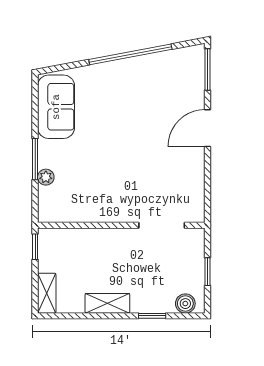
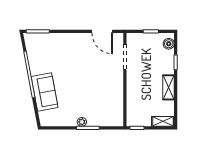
sofa: (56, 107) -> (45, 92), moved, turned 79
door: (208, 128) -> (102, 31), moved
plant: (46, 177) -> (82, 122), moved

